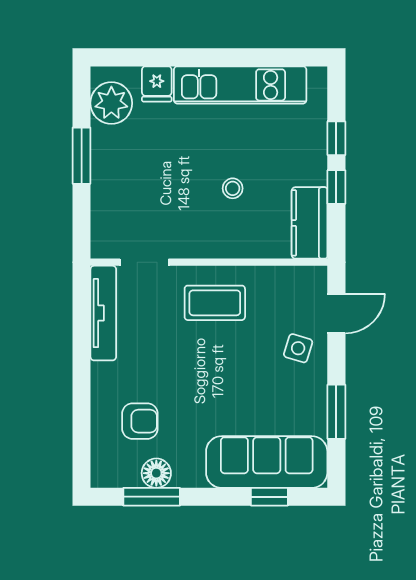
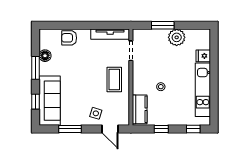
plant: (111, 103) -> (177, 37), moved
window: (336, 138) -> (193, 129), moved
window: (82, 156) -> (163, 25), moved
kitchen counter: (310, 223) -> (140, 109), moved, turned 90
armchair: (140, 421) -> (69, 38), moved, turned 90
window: (152, 497) -> (35, 68), moved

